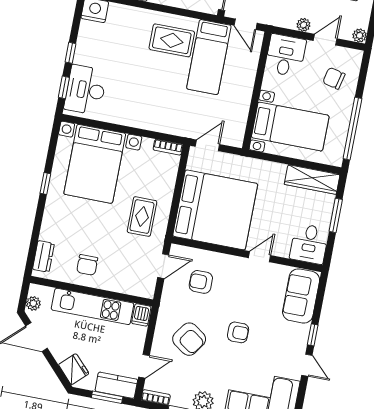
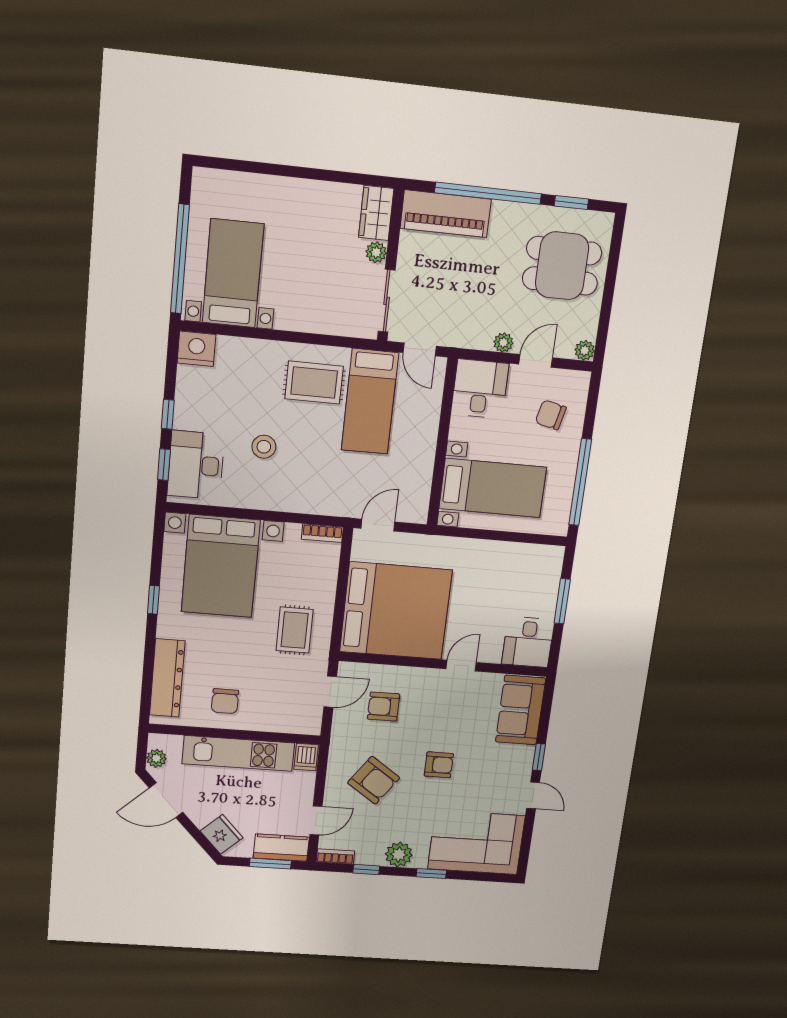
stool: (133, 82) -> (264, 447), added
wardrobe: (312, 180) -> (527, 557), removed
dresser: (43, 256) -> (167, 678), width x1.96, depth x1.24

